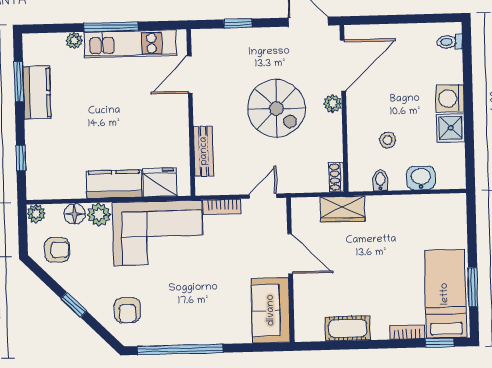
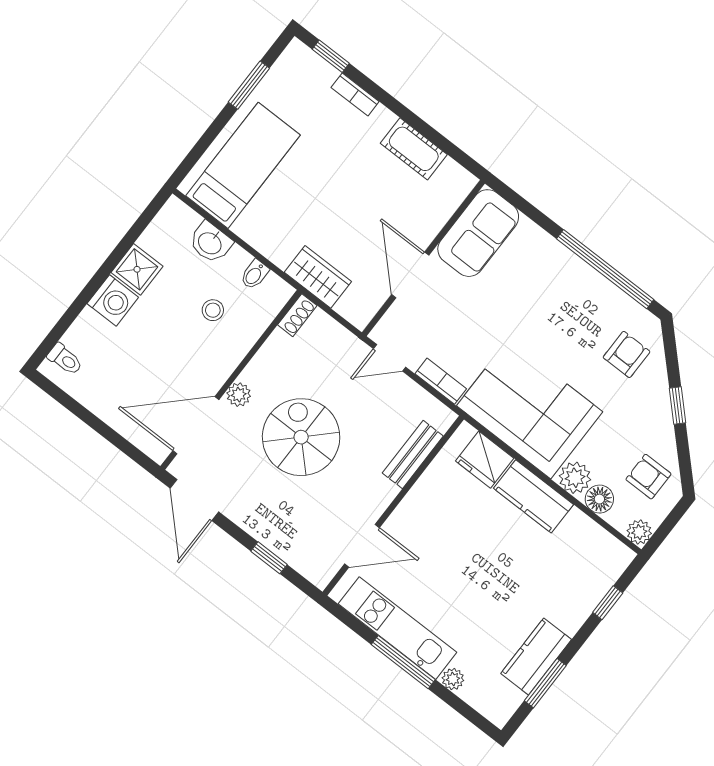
bed: (445, 294) -> (243, 165), moved, turned 180

